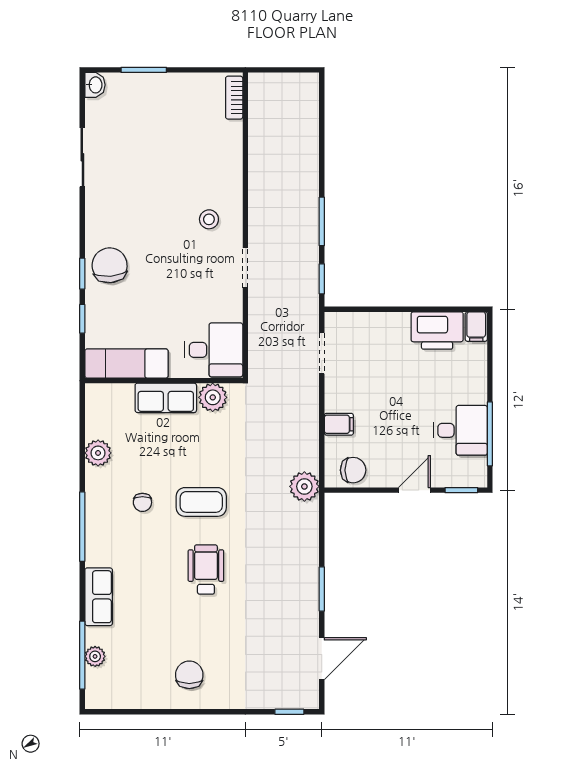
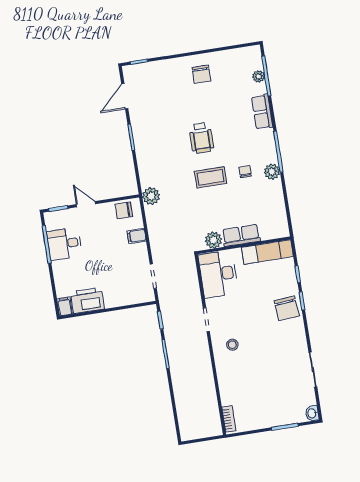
desk: (214, 350) -> (218, 274), width x1.37
plant: (98, 453) -> (272, 172), moved
door: (414, 490) -> (86, 204), swing flipped

